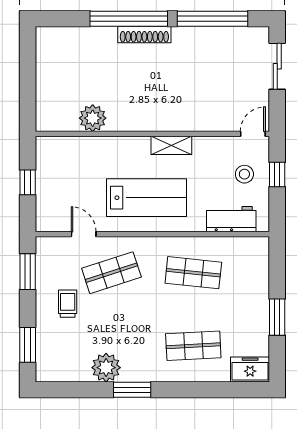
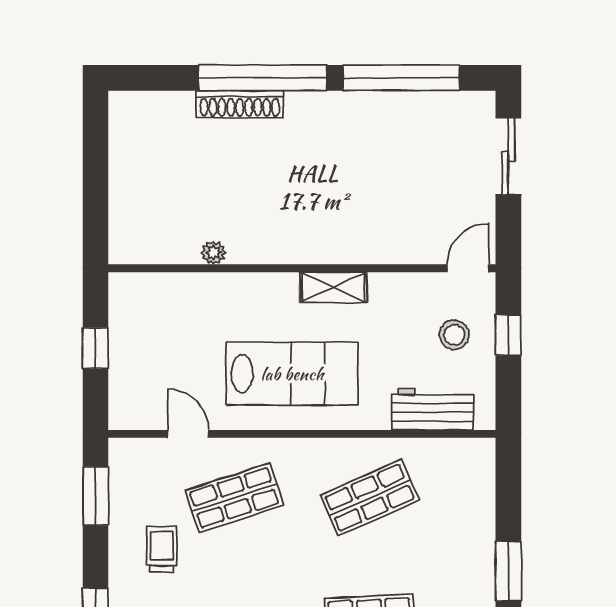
shoe rack: (144, 35) -> (240, 104), moved
plant: (93, 118) -> (214, 253), width x0.53, depth x0.53
shop shelf: (193, 273) -> (370, 498), turned -30

